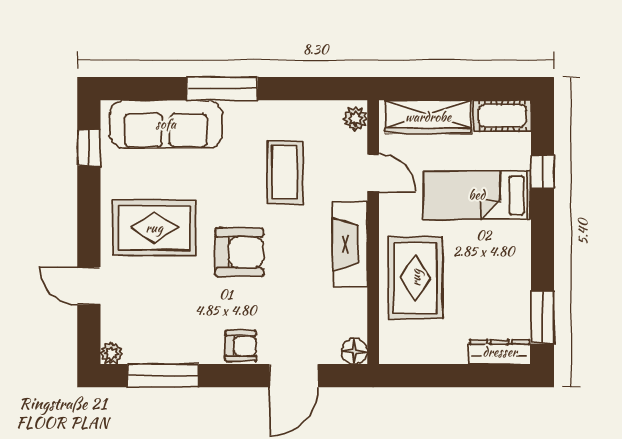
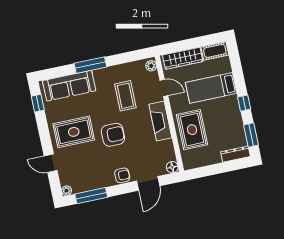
window: (543, 172) -> (244, 103), moved

